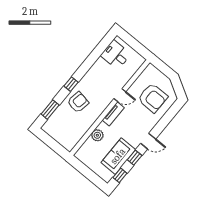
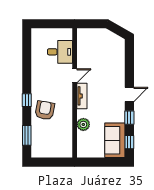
desk: (116, 55) -> (60, 52), moved, turned 180
armchair: (153, 98) -> (104, 56), removed
sofa: (118, 156) -> (115, 140), moved

